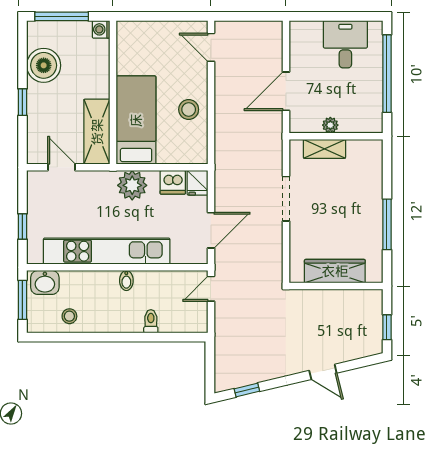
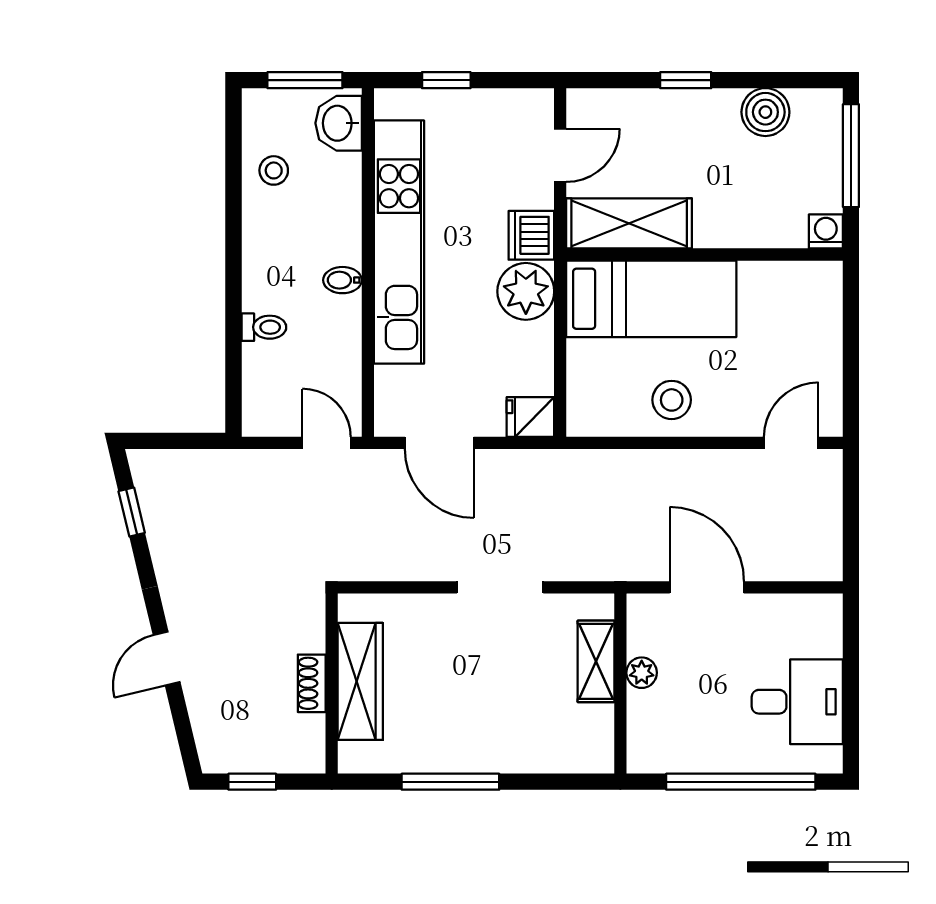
boiler: (44, 65) -> (765, 112), width x0.73, depth x0.73
dishwasher: (173, 182) -> (531, 235), moved
shoe rack: (336, 296) -> (312, 683), added

